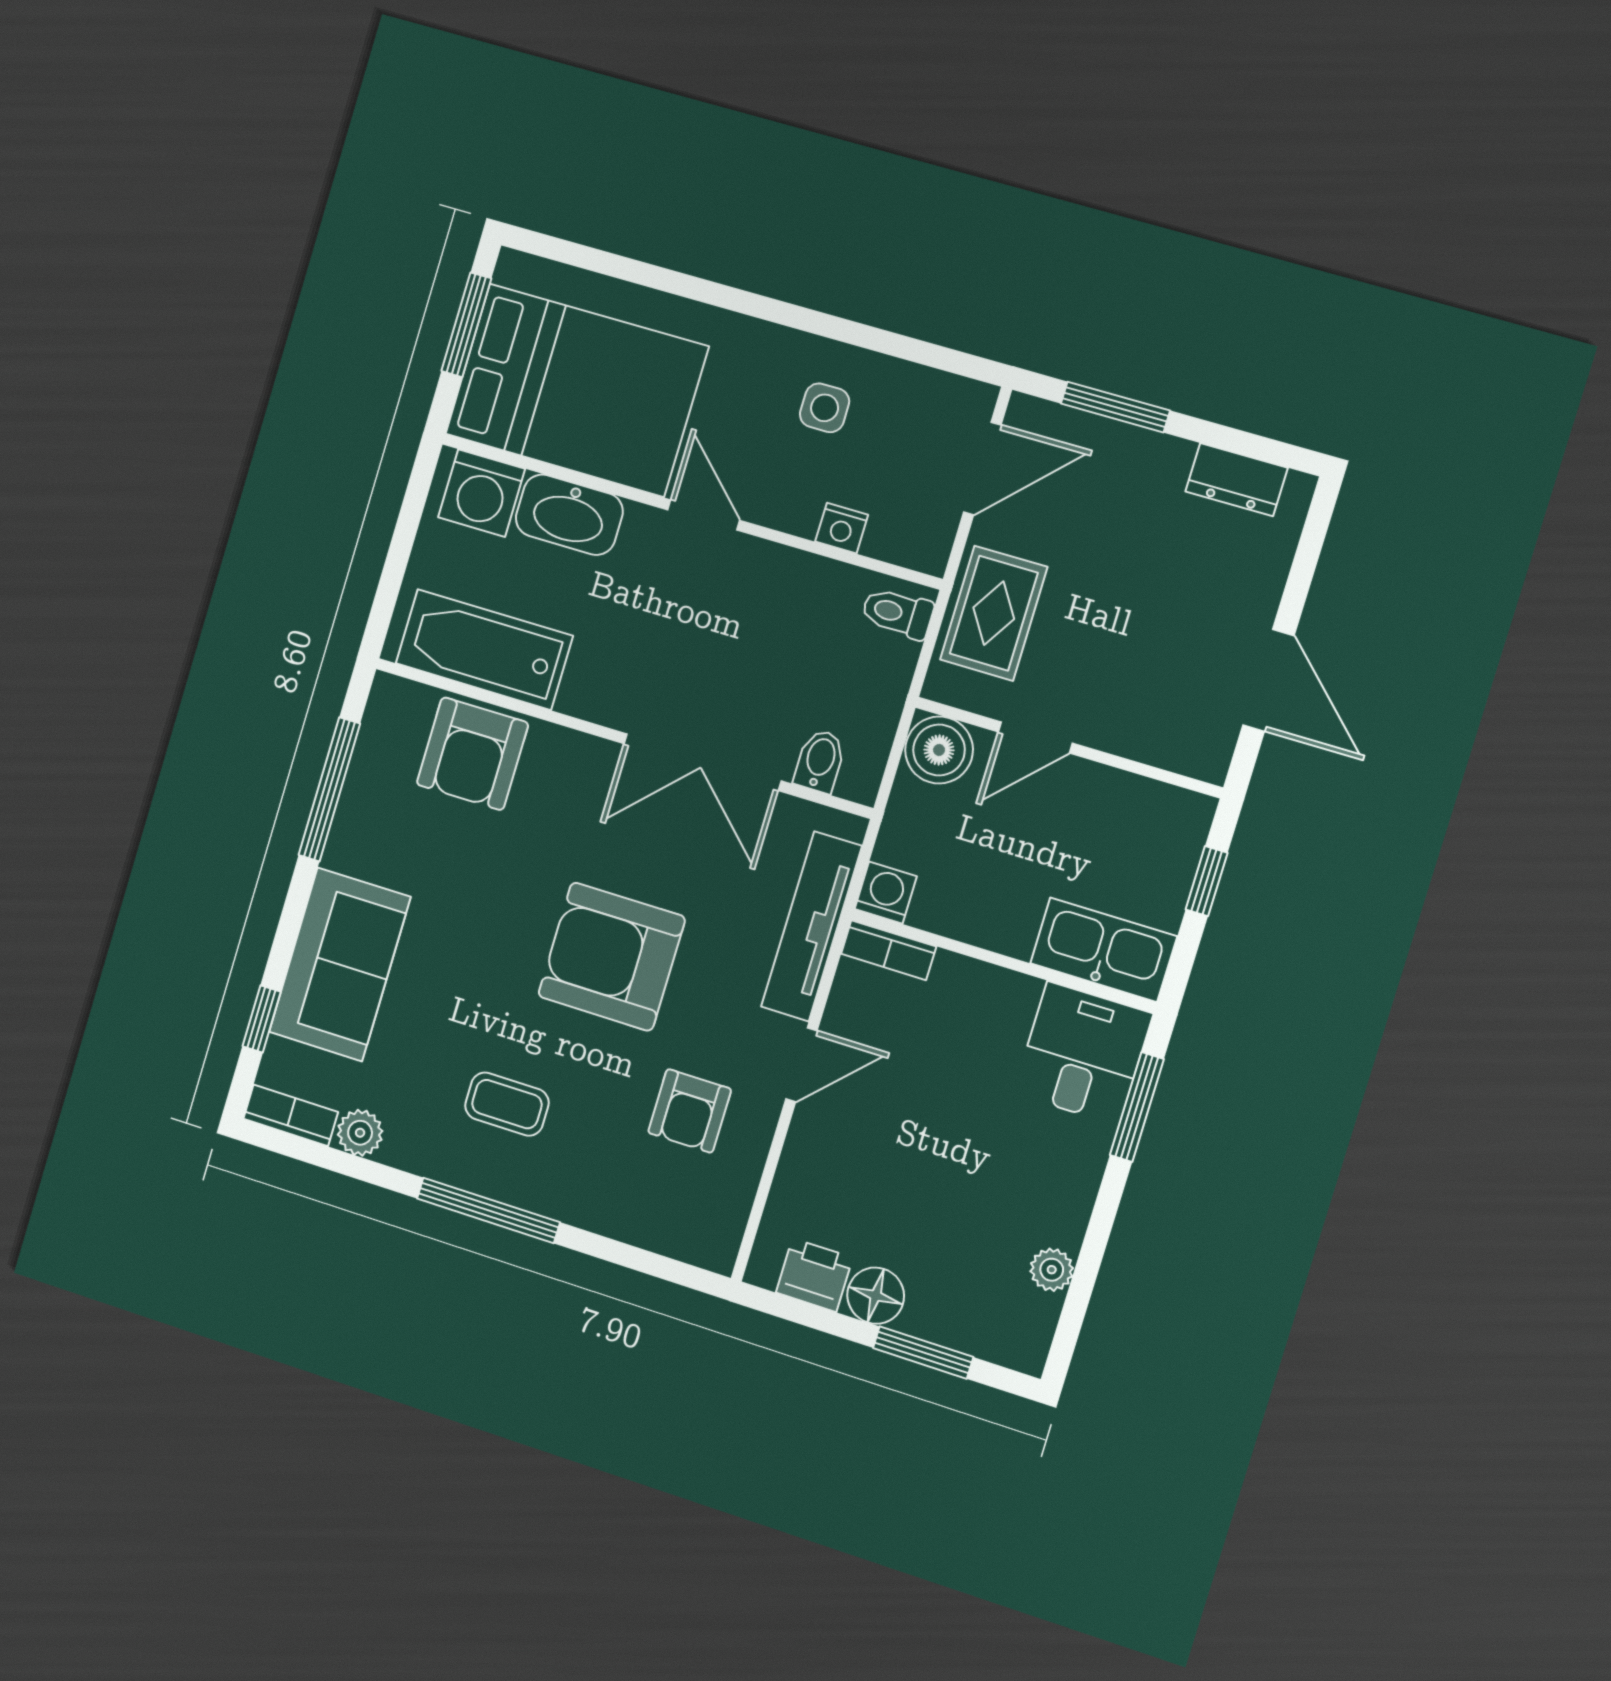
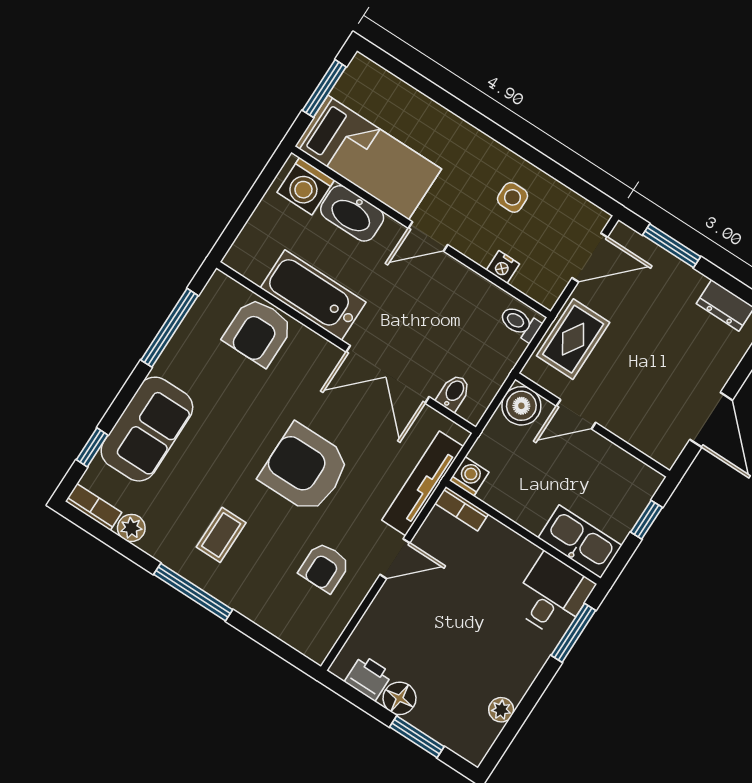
bed: (577, 390) -> (368, 158), width x0.67
door: (704, 515) -> (428, 237), swing flipped
bathtub: (484, 650) -> (313, 295), moved
coffee table: (507, 1104) -> (221, 535), turned 90

